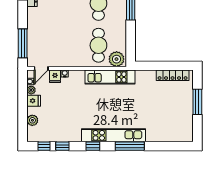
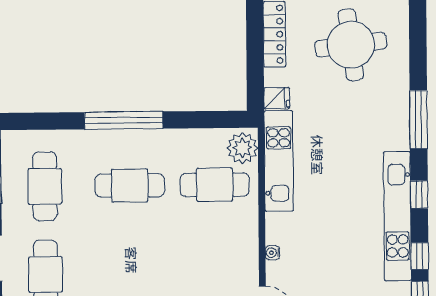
fridge: (55, 76) -> (277, 98), moved
round table: (167, 113) -> (351, 45), added
kitchen unit: (114, 135) -> (397, 216), moved

